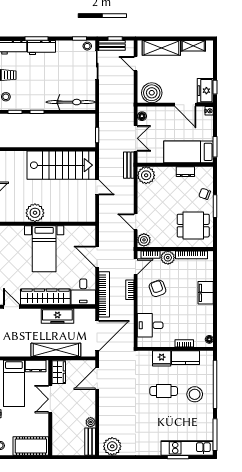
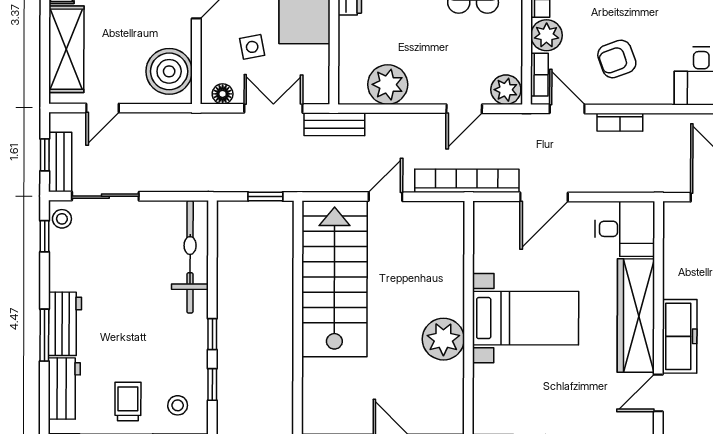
side table: (162, 129) -> (252, 47), added
plant: (146, 175) -> (388, 85), moved
bookcase: (104, 294) -> (467, 181), moved
freezer: (57, 316) -> (680, 336), moved

